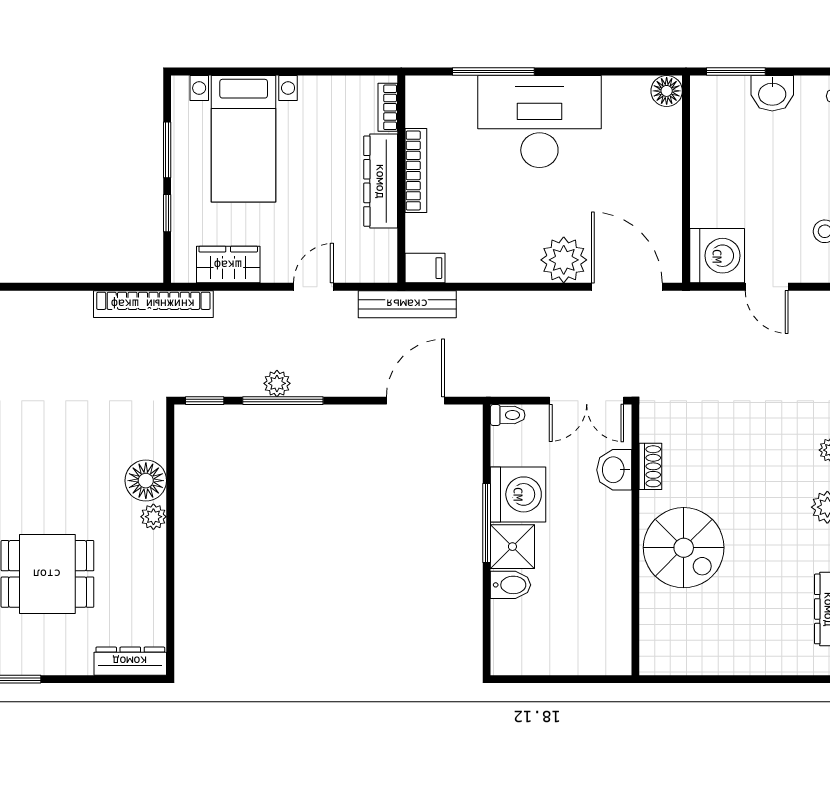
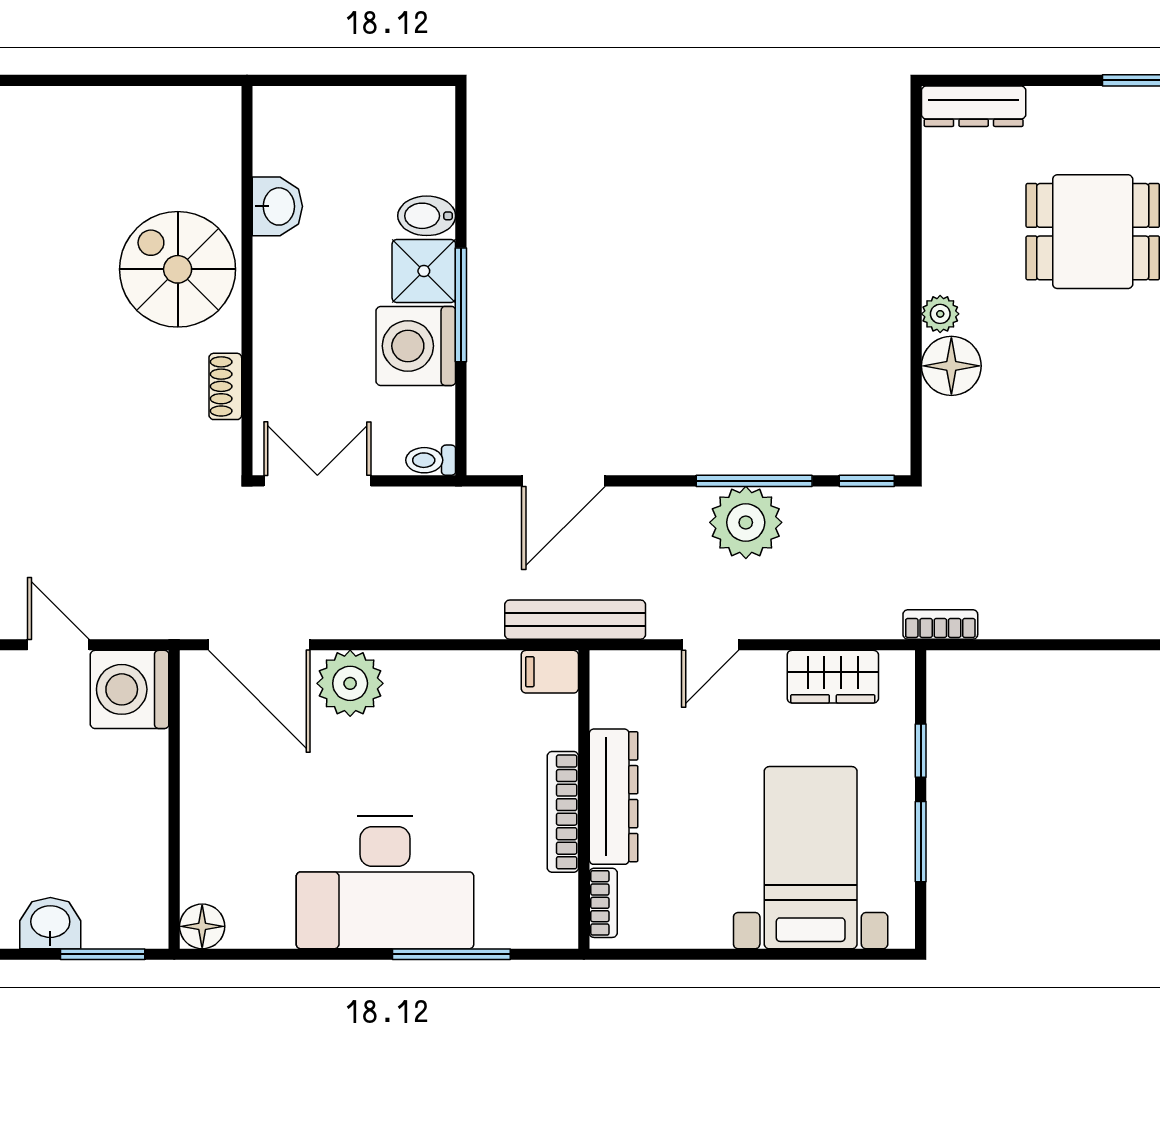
bookcase: (153, 304) -> (940, 624), width x0.43, depth x0.76
plant: (277, 383) -> (746, 522), width x1.88, depth x1.88
washbasin: (614, 470) -> (277, 206), moved

